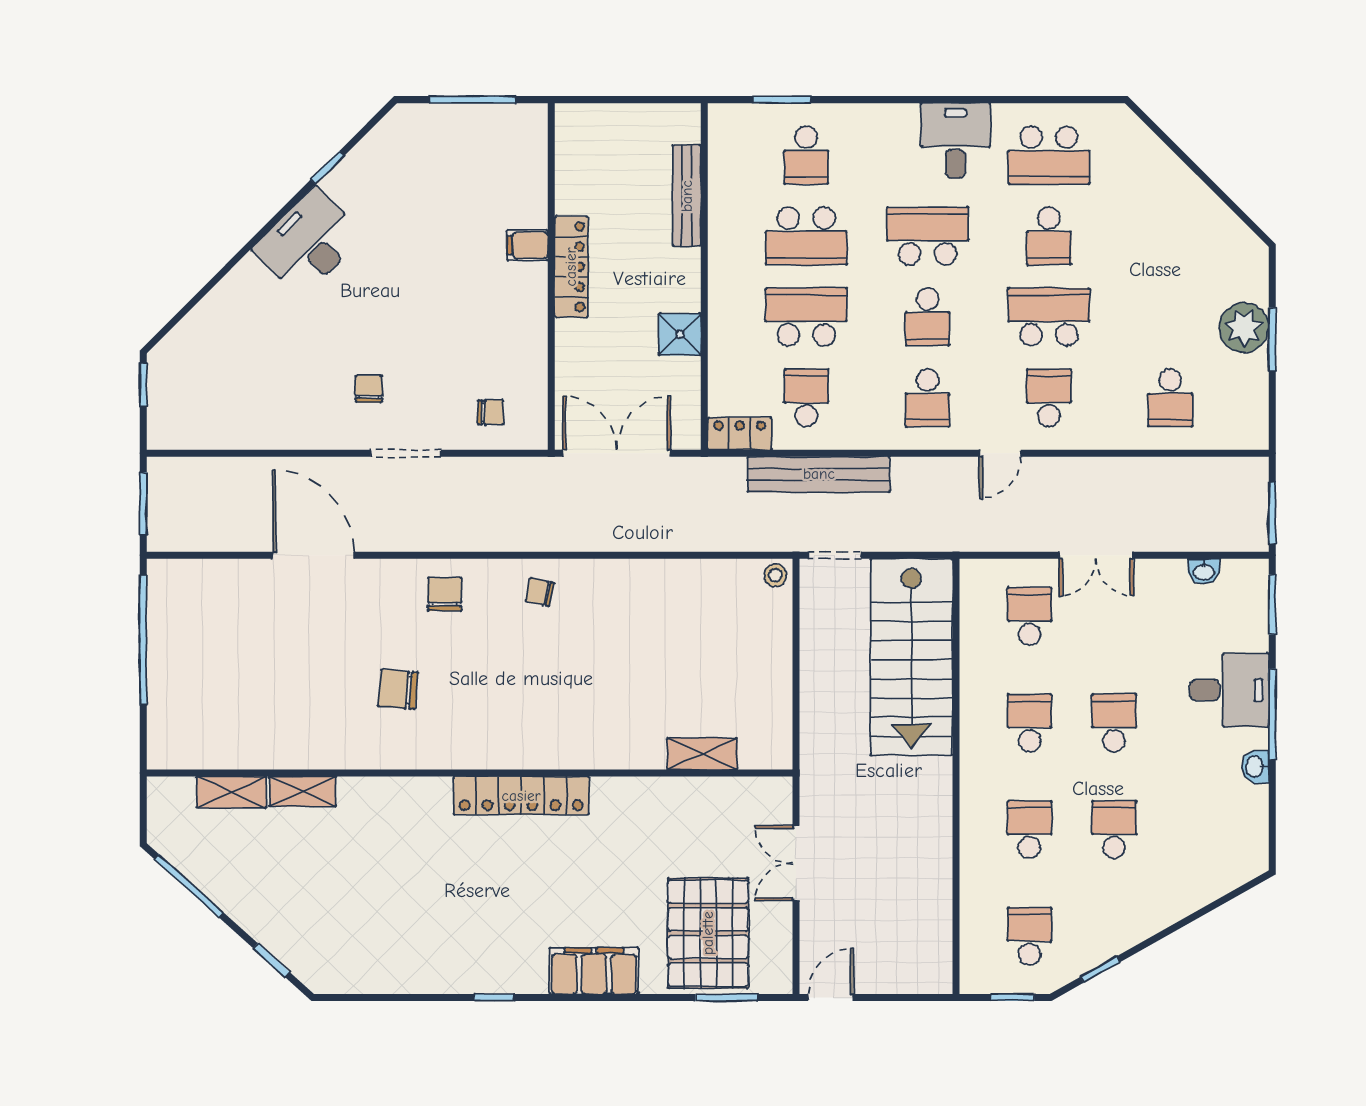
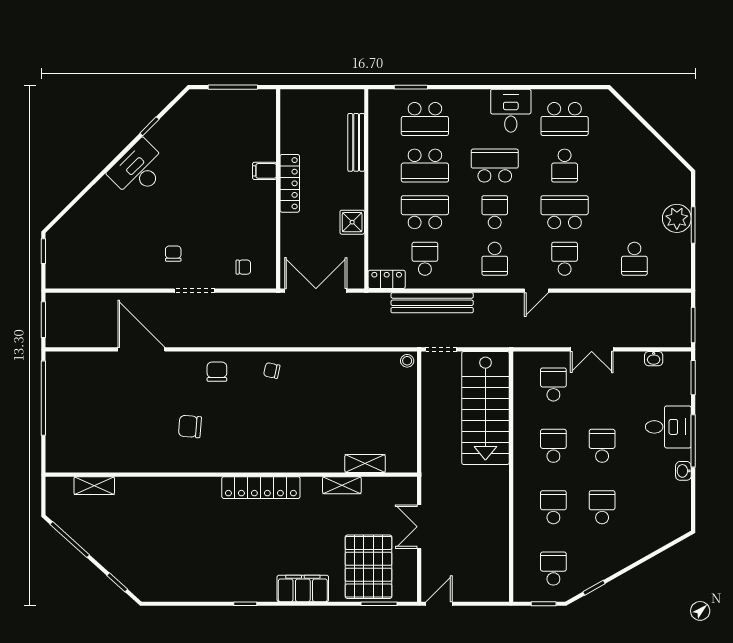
school desk: (806, 155) -> (425, 119), width x1.85
school desk: (928, 317) -> (495, 212), turned 180
shelving: (303, 791) -> (342, 485), moved

